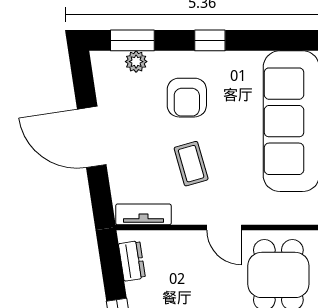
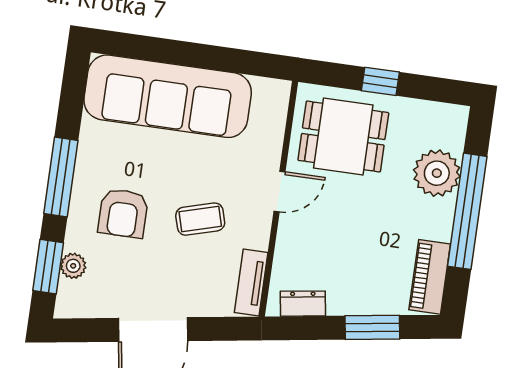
window: (210, 40) -> (61, 177), width x2.17
armchair: (187, 98) -> (123, 213), turned 90

